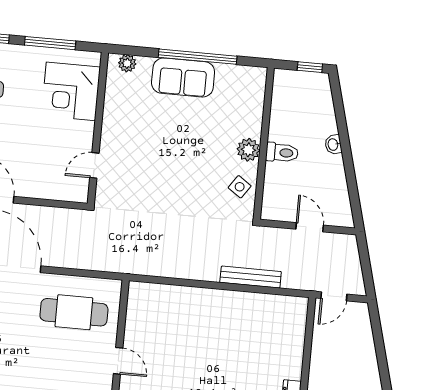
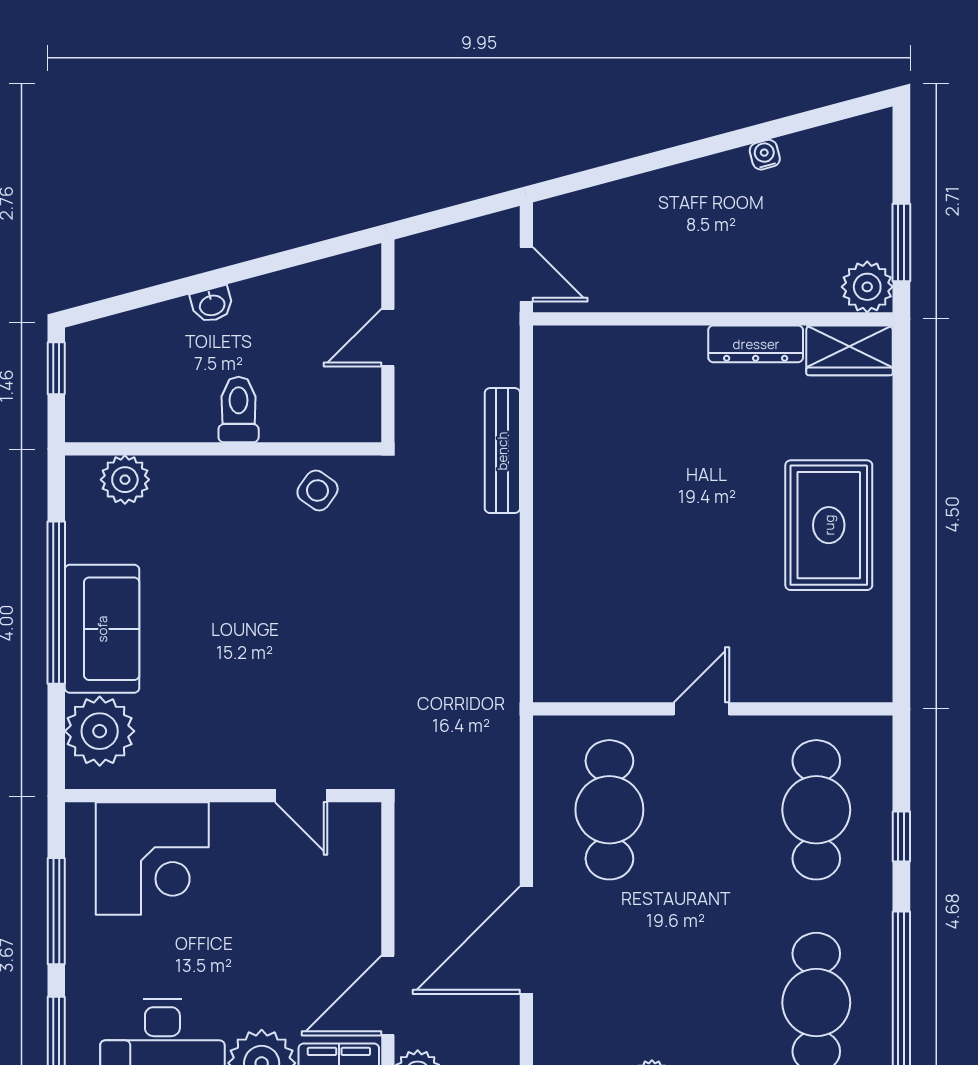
plant: (127, 63) -> (100, 731), width x1.87, depth x1.87
plant: (248, 150) -> (125, 480), moved

